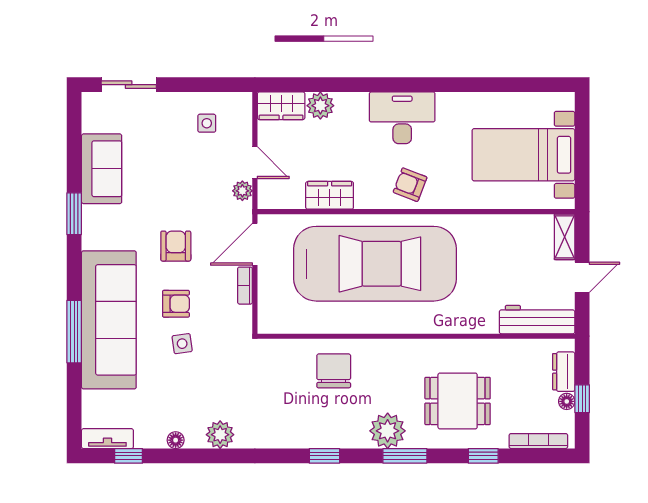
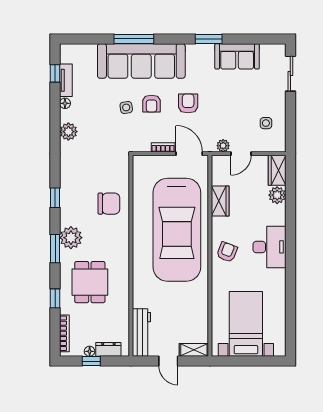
armchair: (176, 246) -> (188, 103), turned -90
tv unit: (107, 439) -> (66, 80), moved

